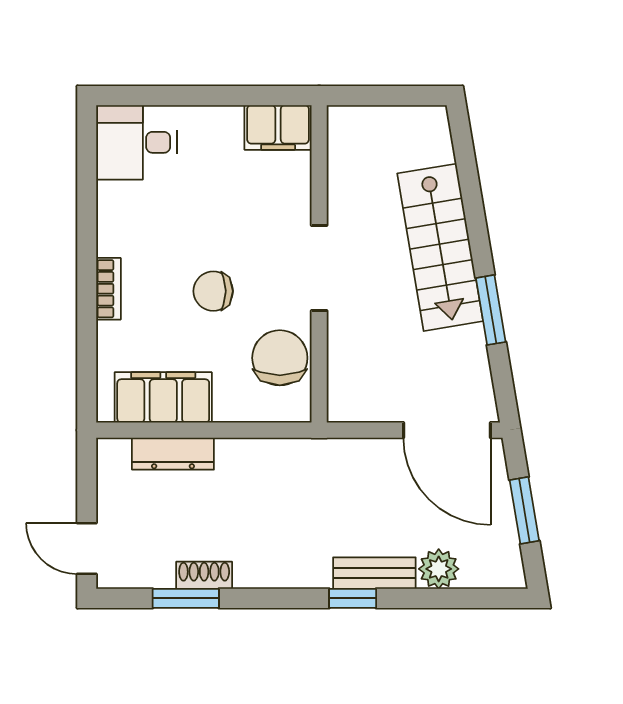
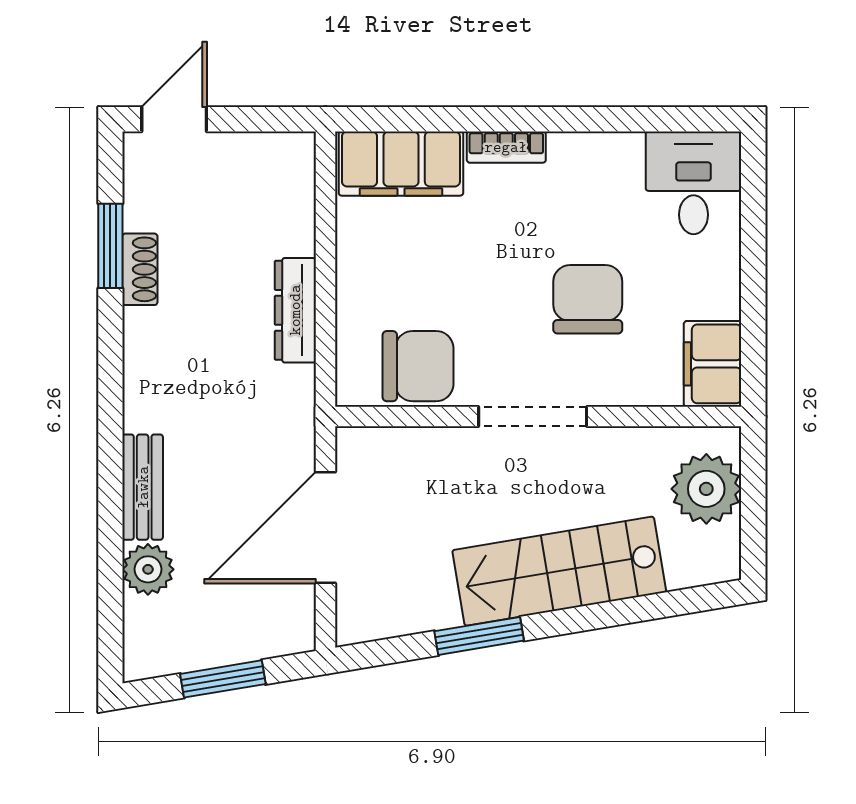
plant: (376, 132) -> (706, 489), added
chair: (213, 291) -> (588, 299), moved, width x1.37, depth x1.37
filing cabinet: (163, 397) -> (401, 164), moved, turned 90
door: (447, 430) -> (325, 528), moved
dresser: (173, 454) -> (295, 310), moved
window: (353, 598) -> (110, 459), removed

